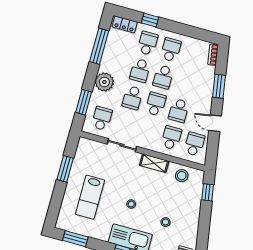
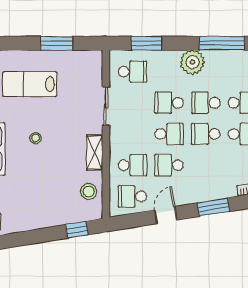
plant: (104, 82) -> (192, 62), moved
school desk: (194, 144) -> (132, 196), turned 180
stool: (166, 222) -> (25, 187), removed

